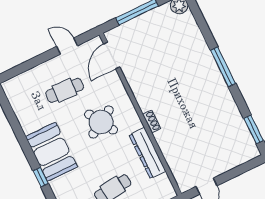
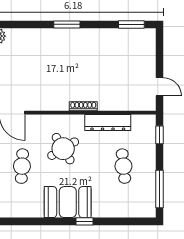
window: (223, 67) -> (67, 24), width x0.69
shoe rack: (152, 121) -> (83, 106), width x1.43

